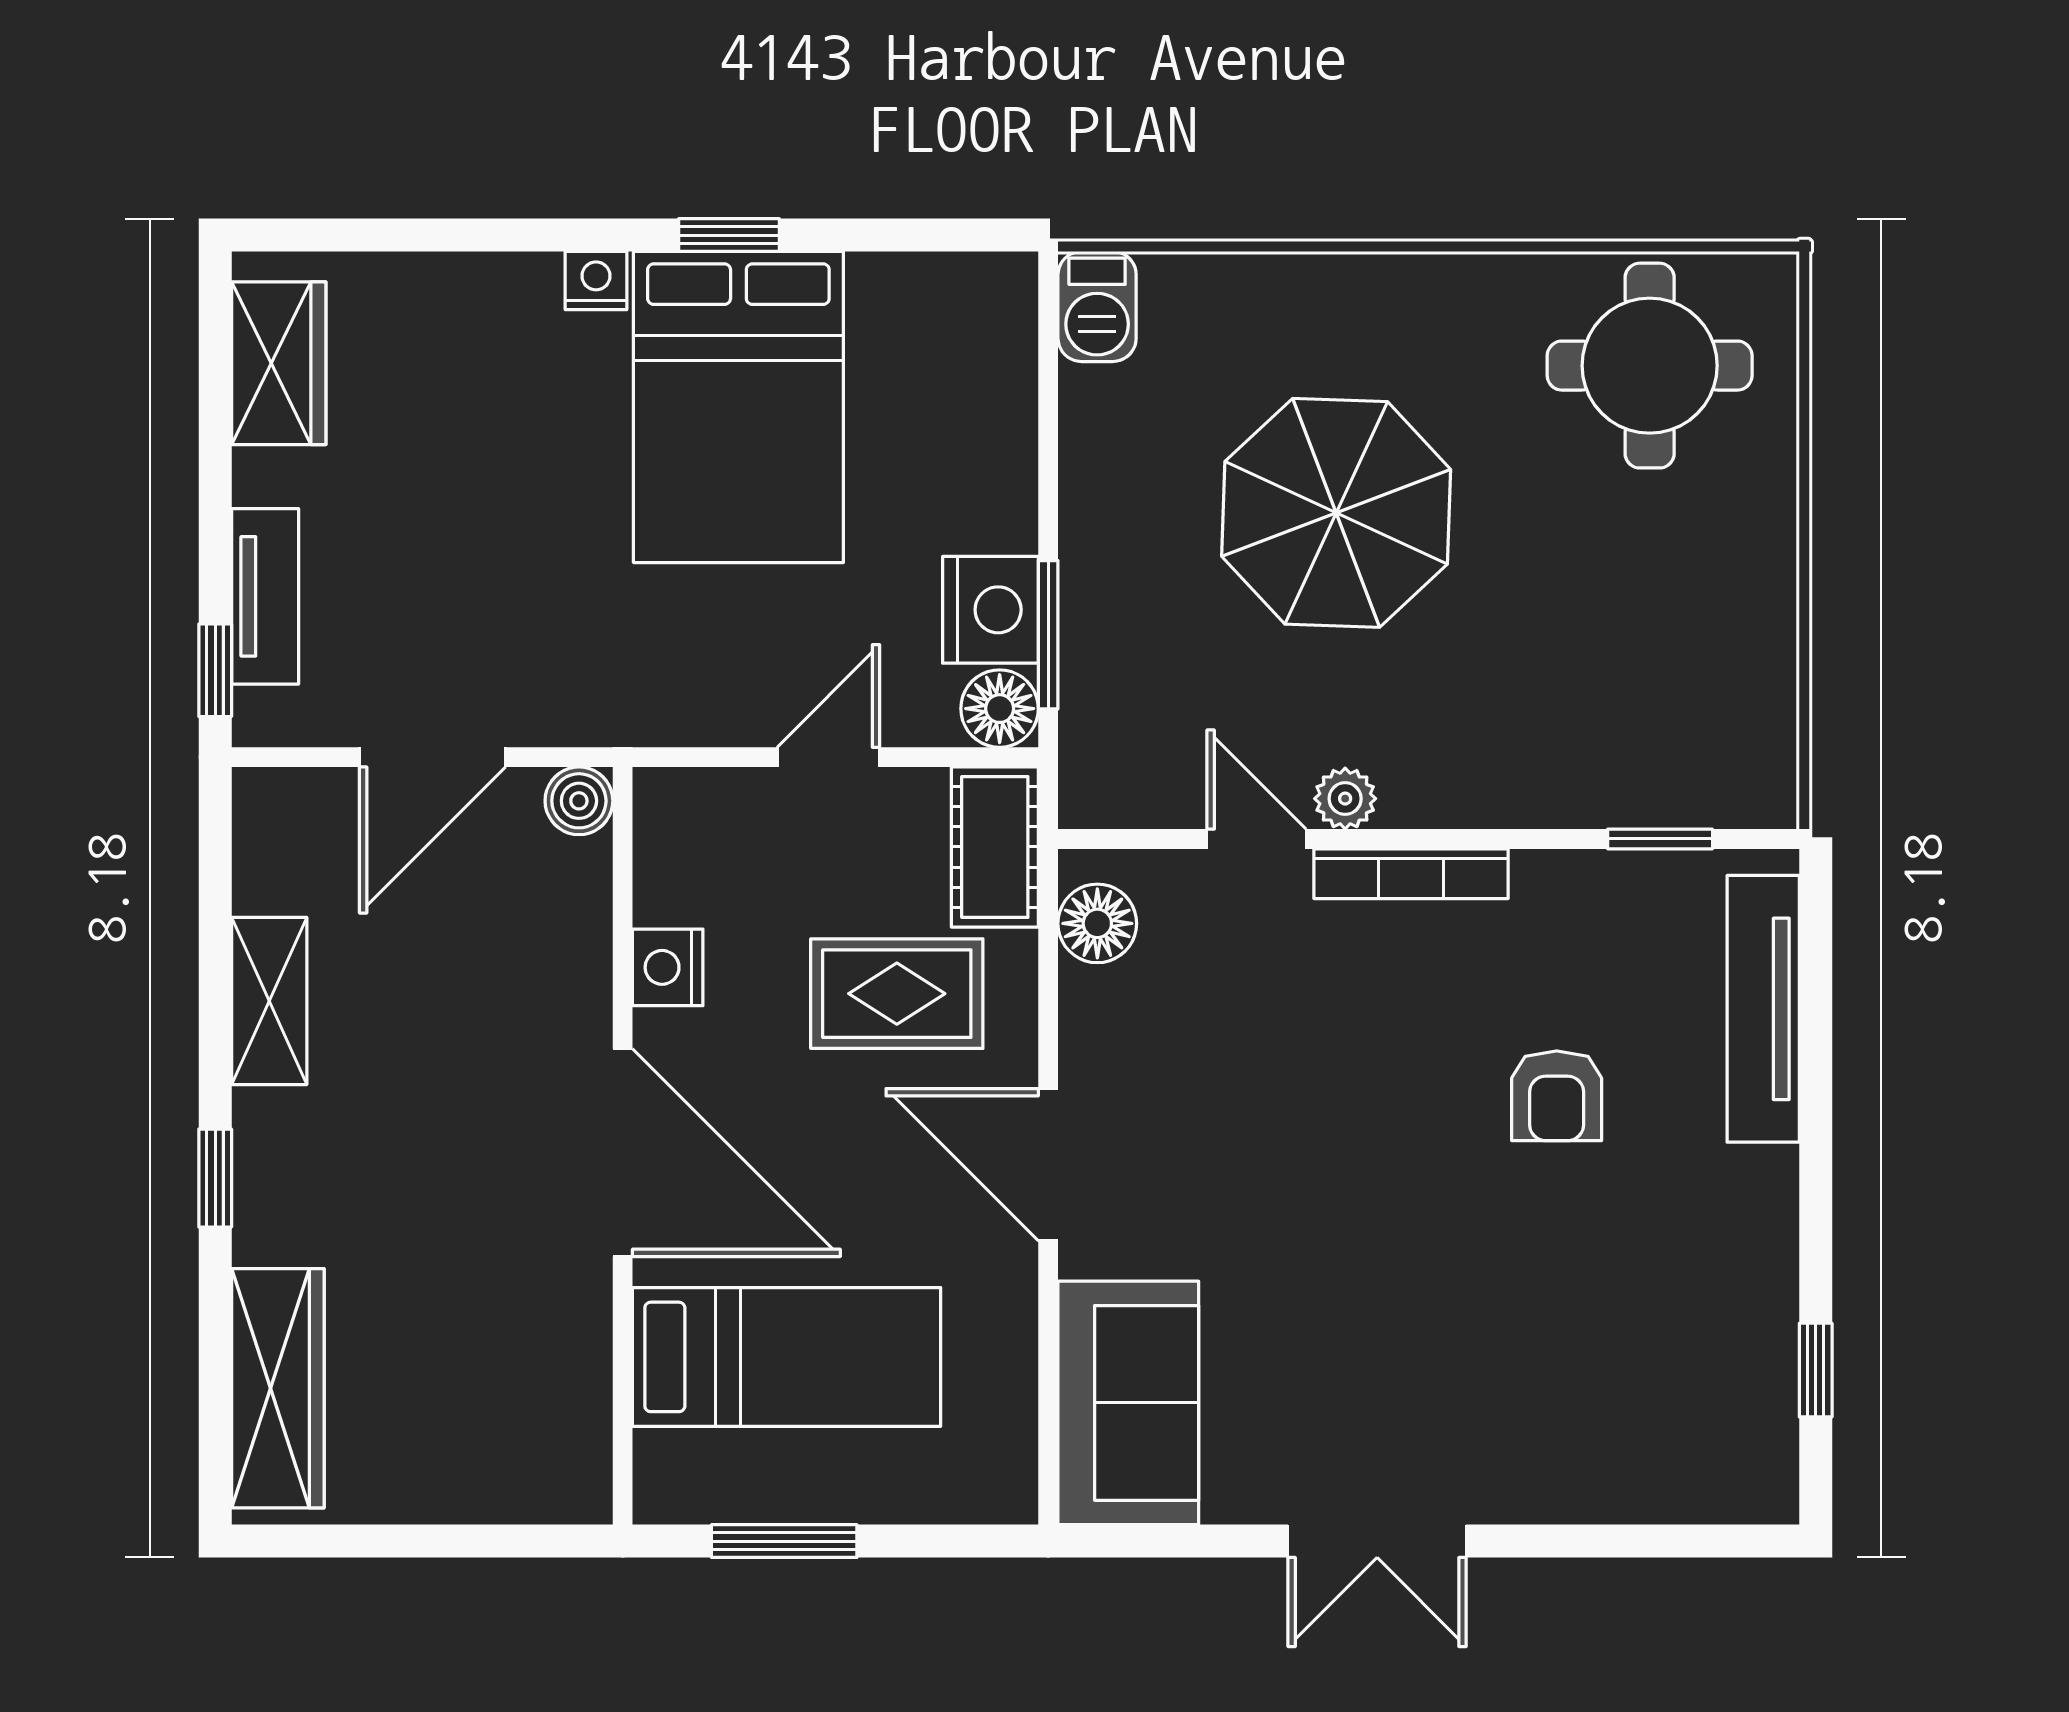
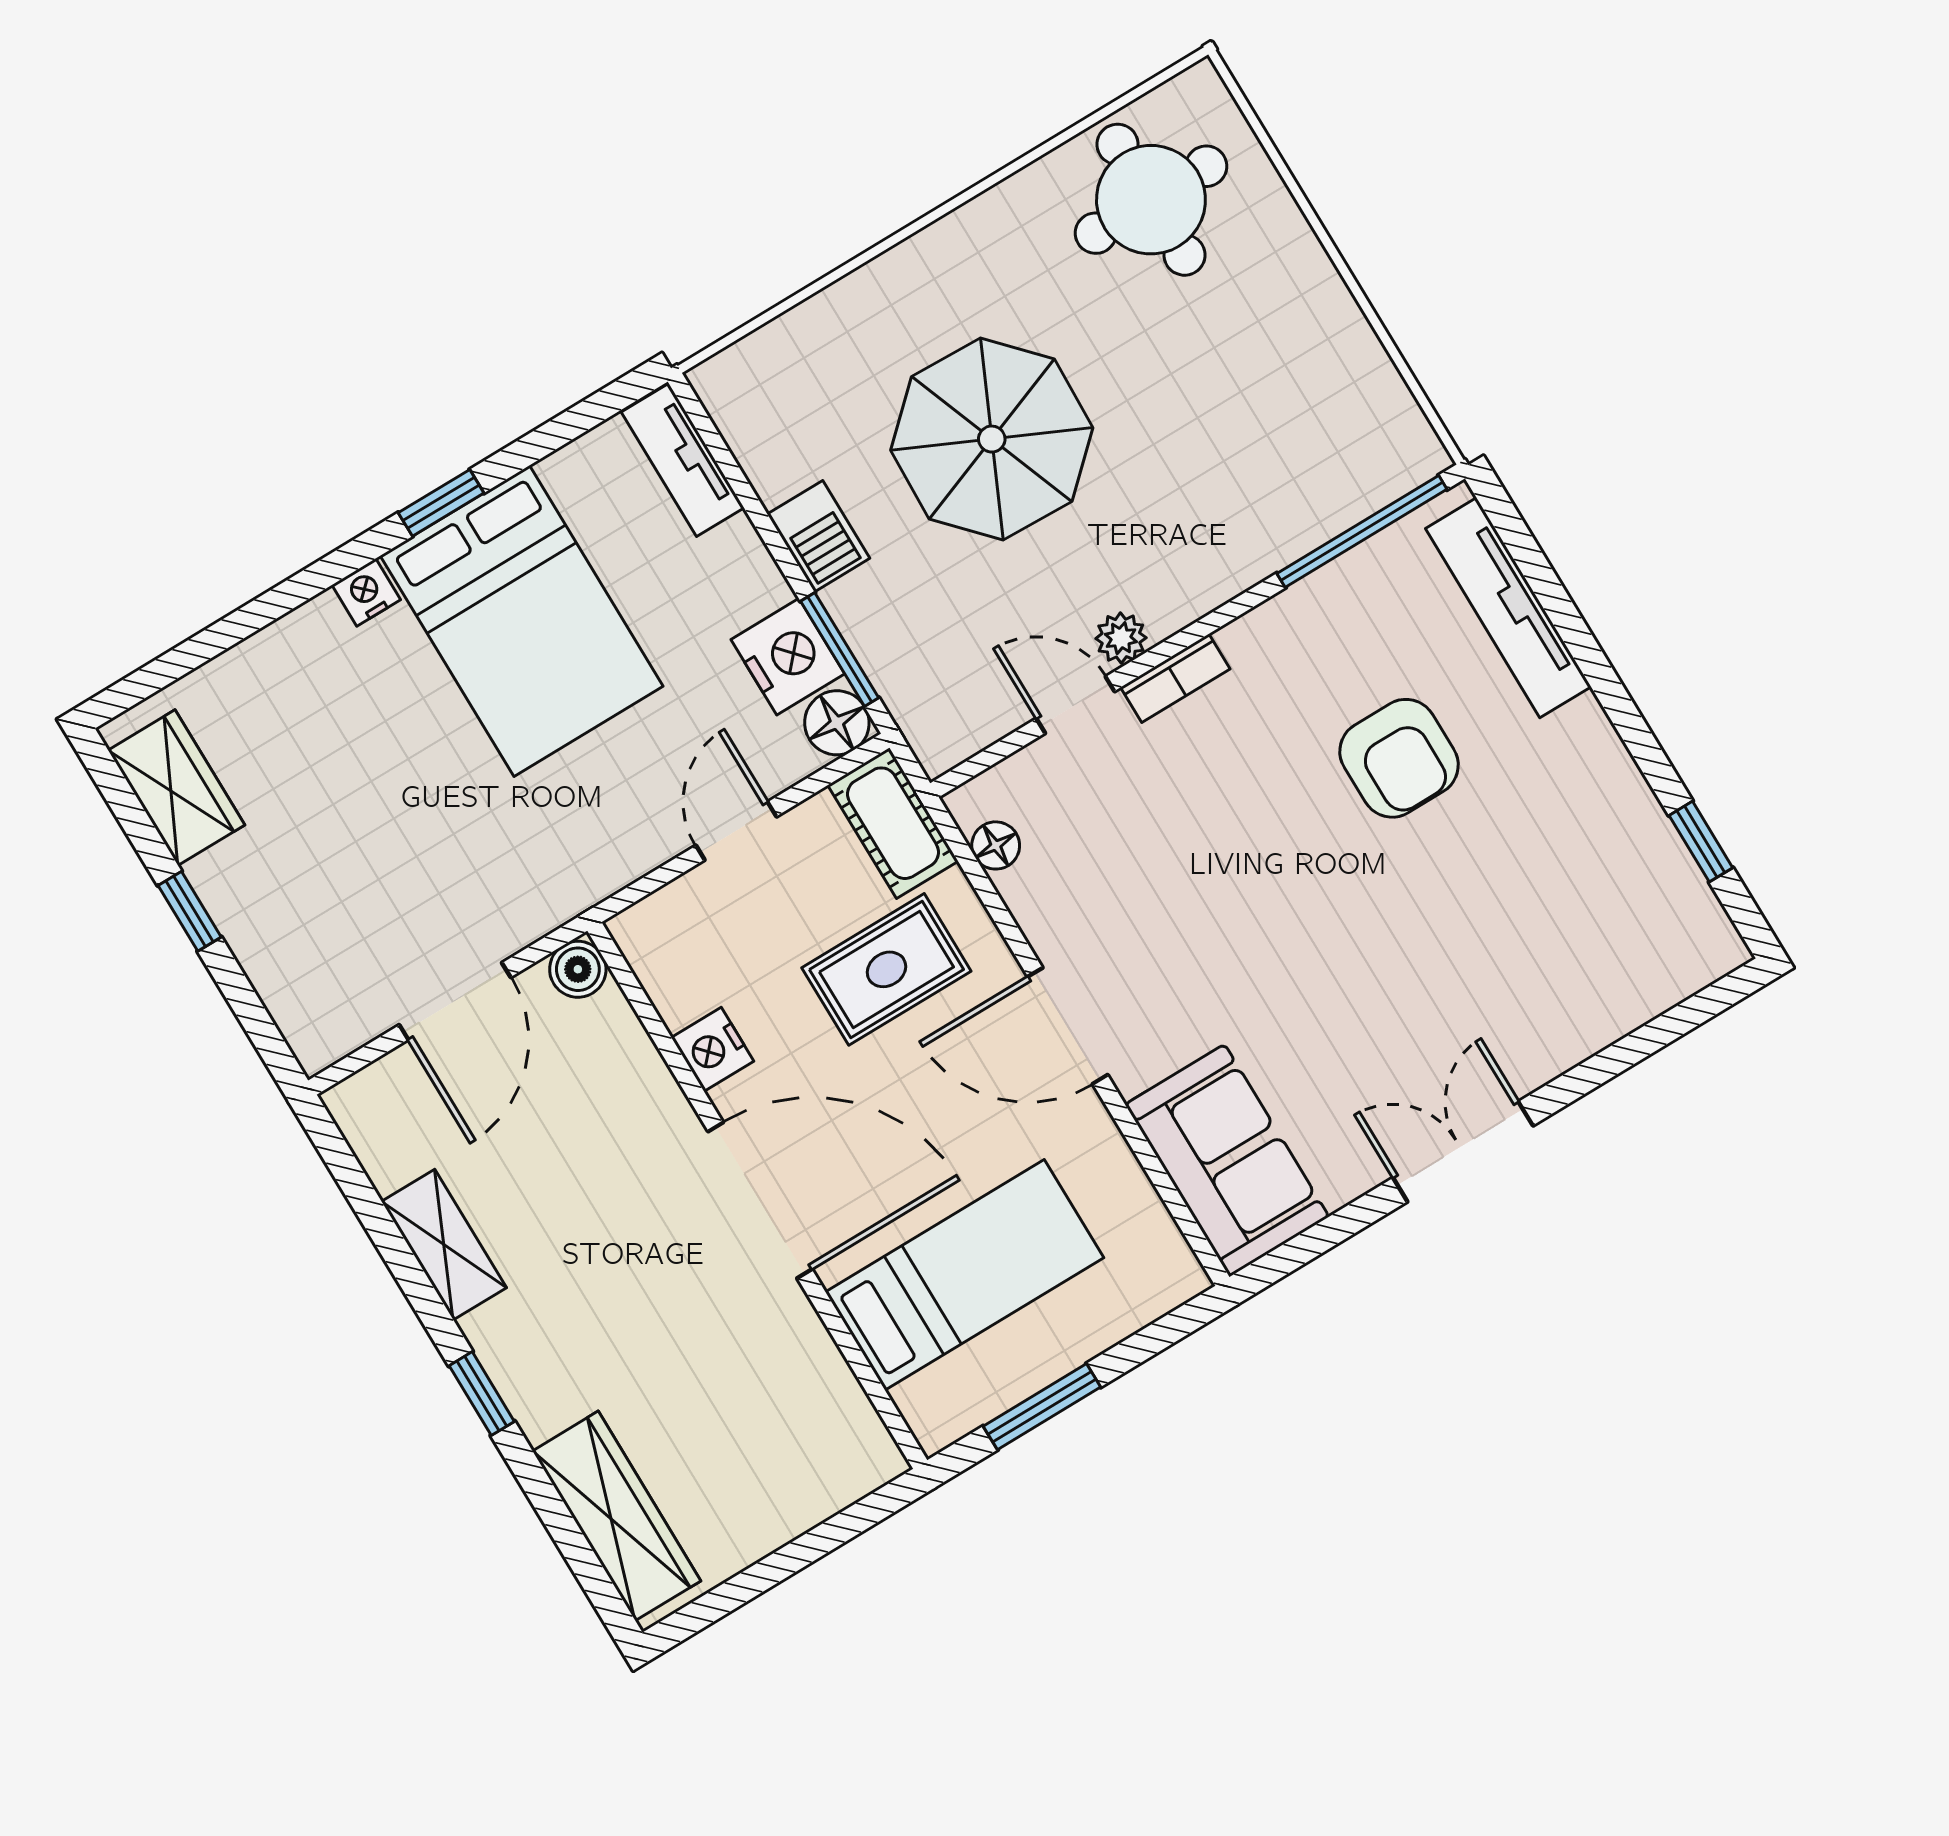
barbecue: (1097, 306) -> (818, 536), moved
tv unit: (265, 596) -> (683, 460), moved, turned 180
window: (215, 670) -> (190, 911), moved
window: (1660, 839) -> (1362, 531), width x2.17
bookcase: (1411, 874) -> (1175, 678), width x0.64
floor lamp: (1097, 923) -> (996, 845), width x0.73, depth x0.73
armchair: (1557, 1096) -> (1399, 758), width x1.38, depth x1.38
double door: (1377, 1541) -> (1463, 1152), swing flipped

